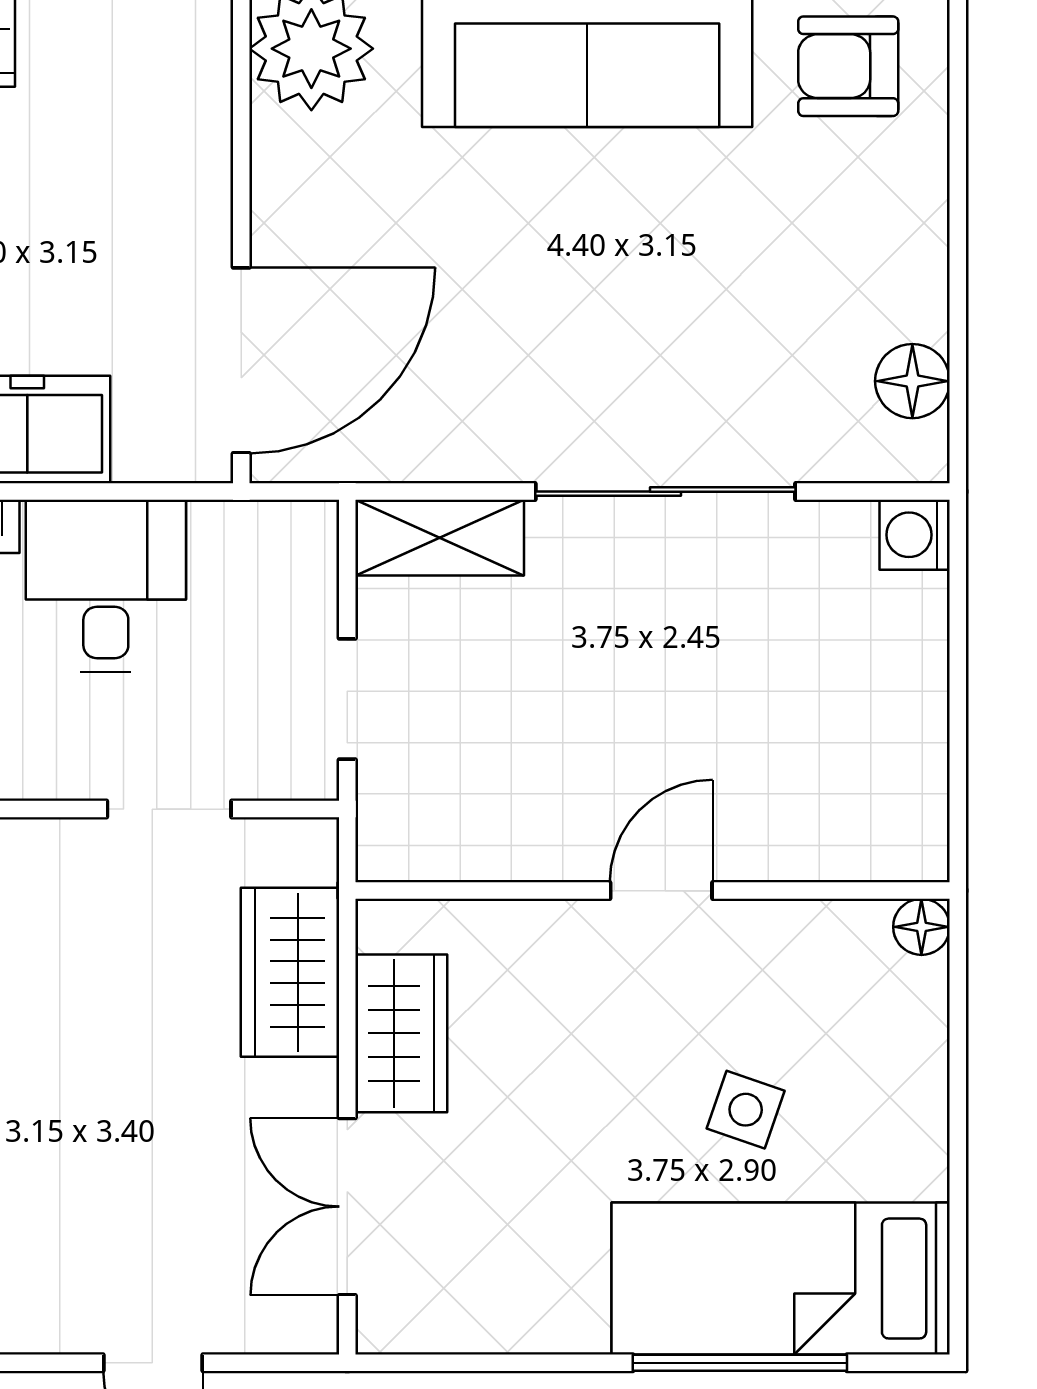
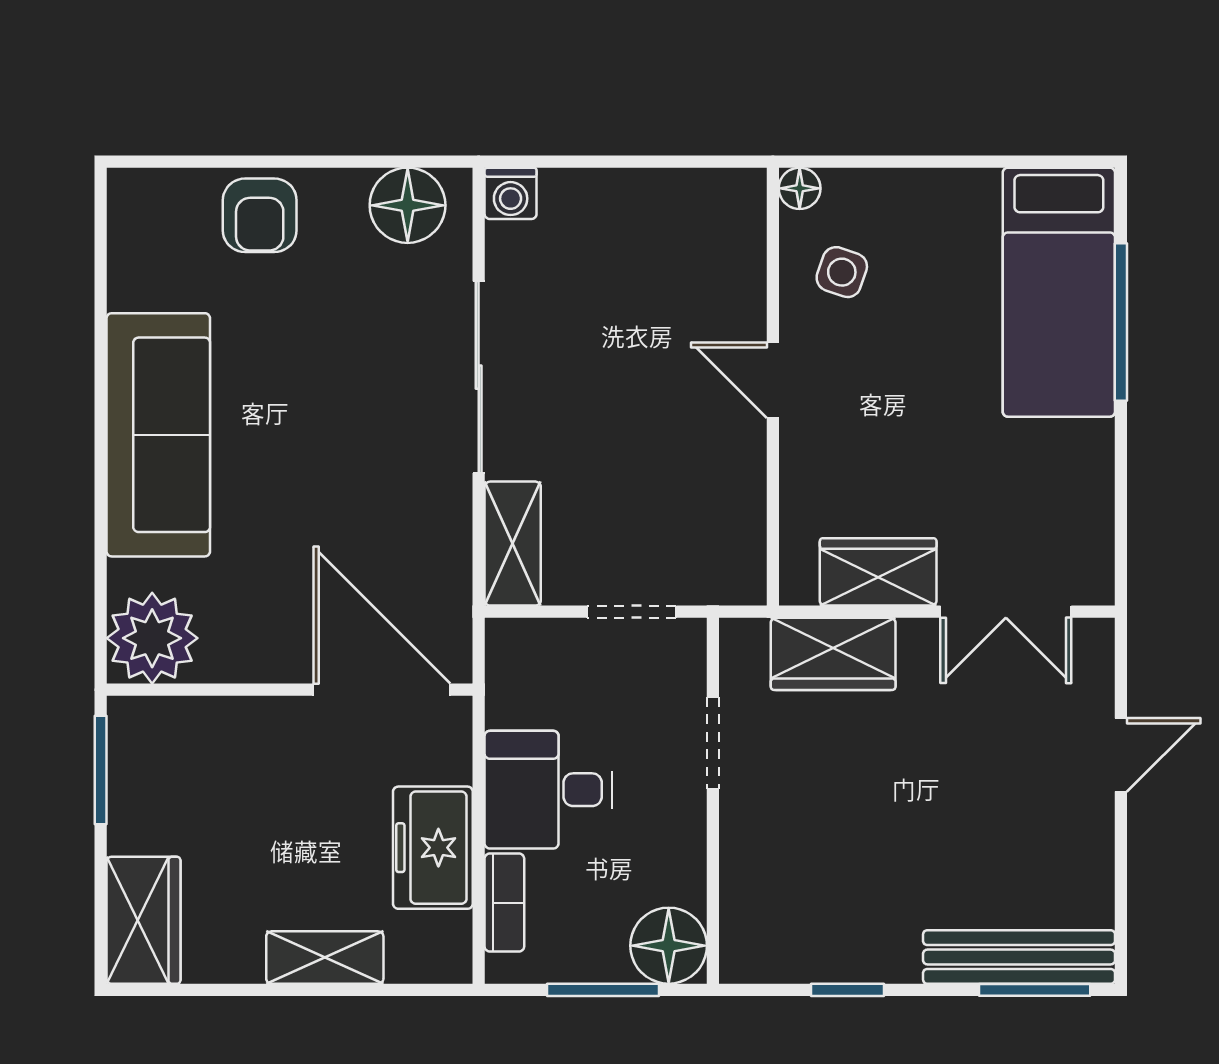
armchair: (848, 66) -> (260, 215), moved
floor lamp: (912, 381) -> (408, 205), width x1.38, depth x1.38
side table: (746, 1110) -> (842, 272), moved

